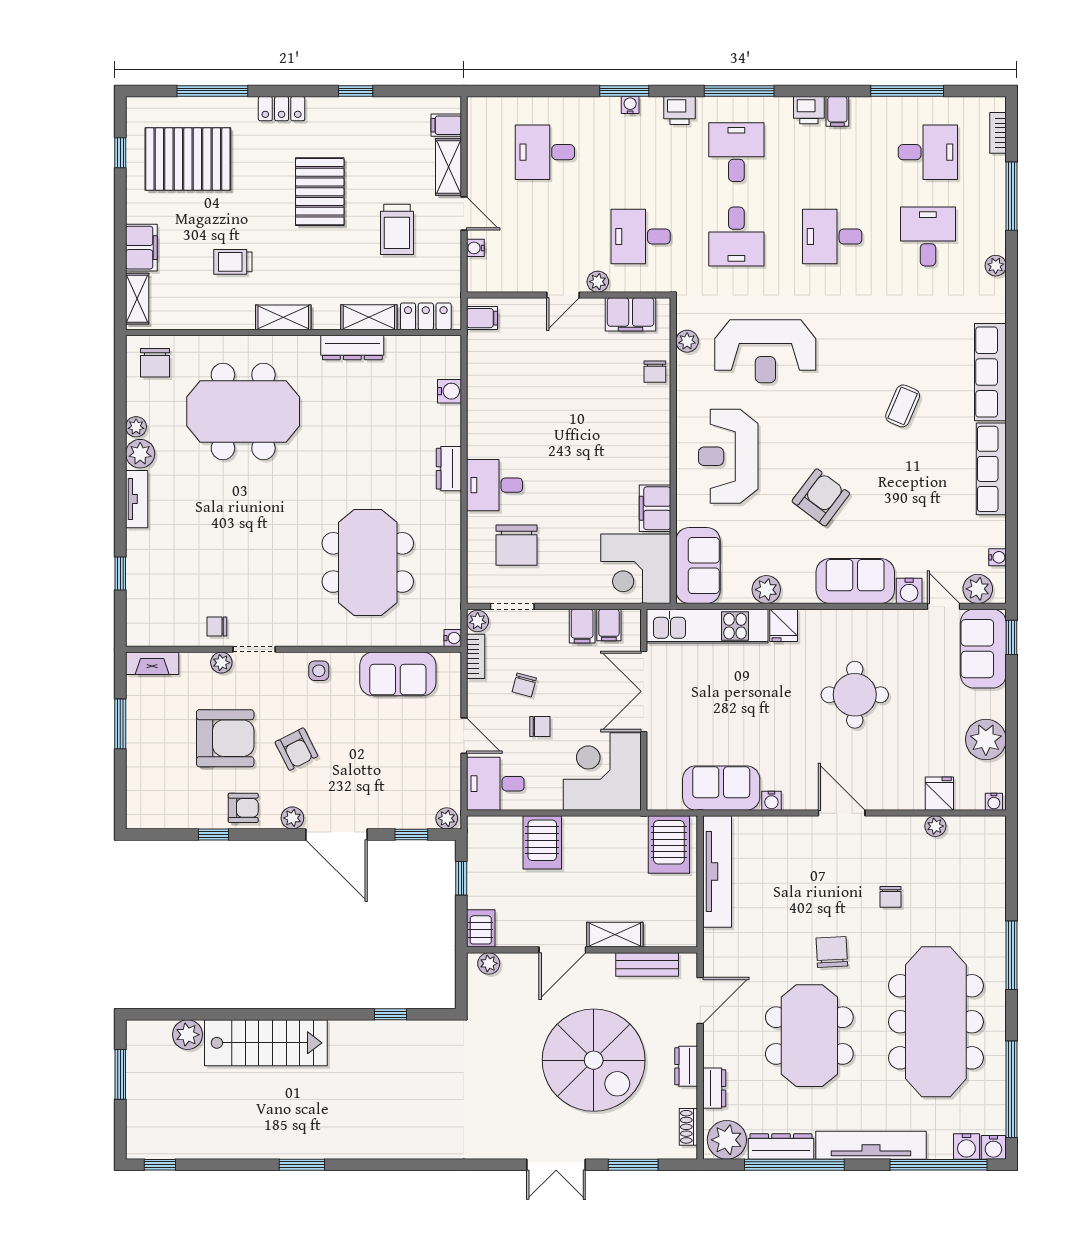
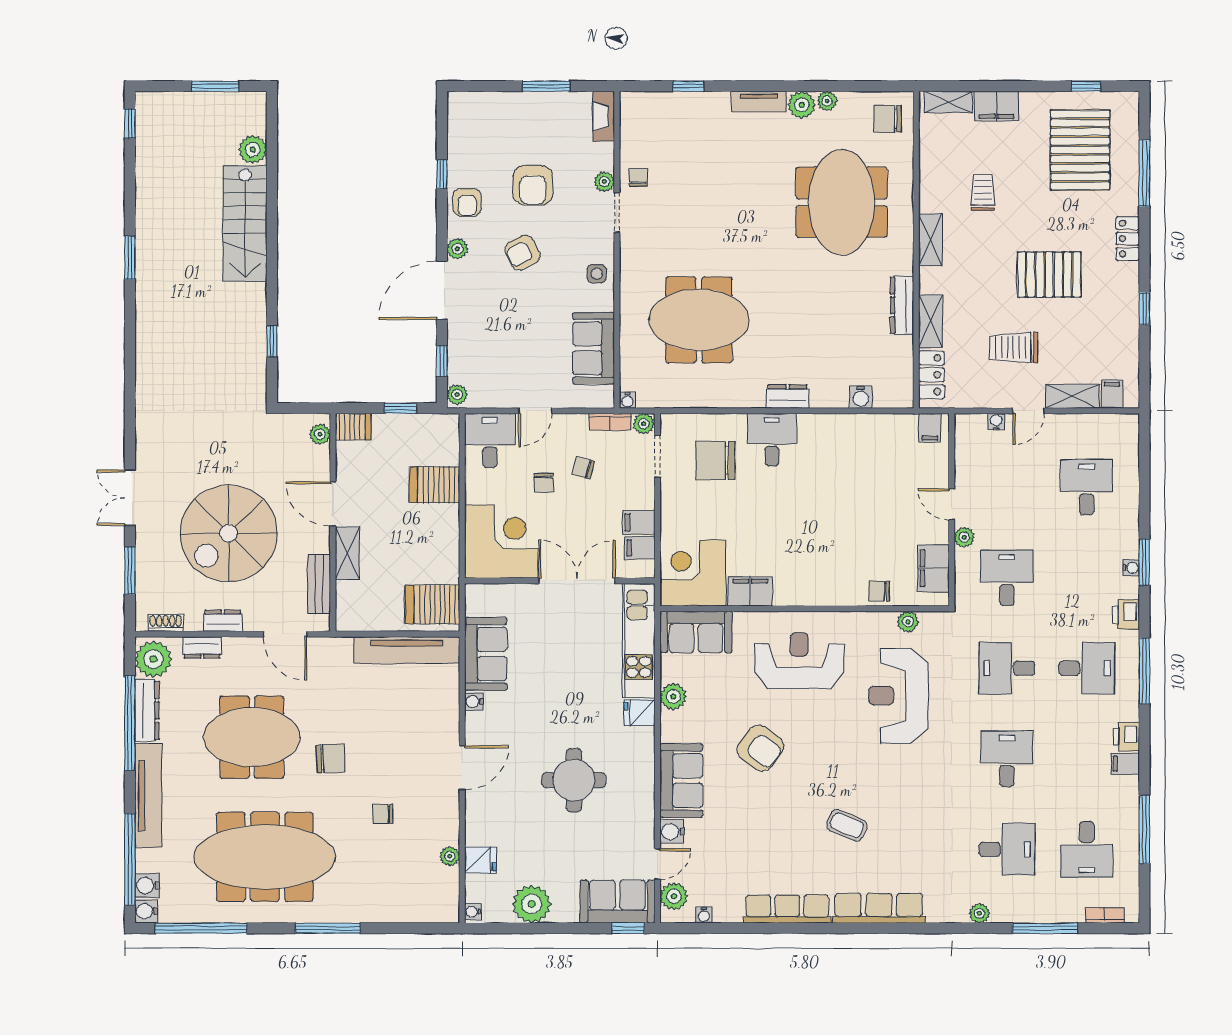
armchair: (225, 738) -> (533, 185), width x0.73, depth x0.73

